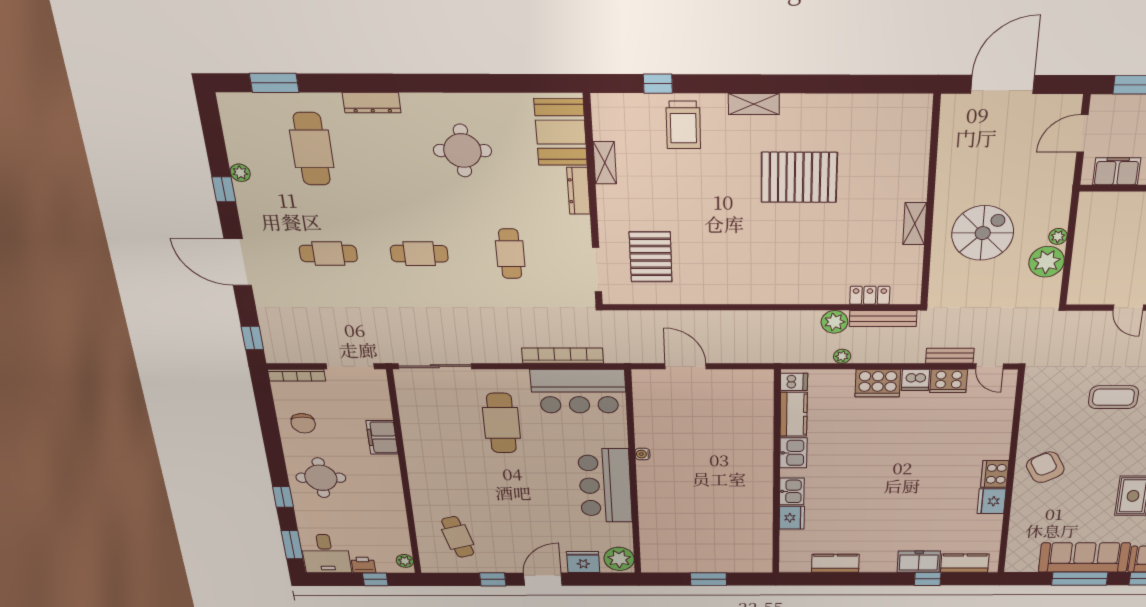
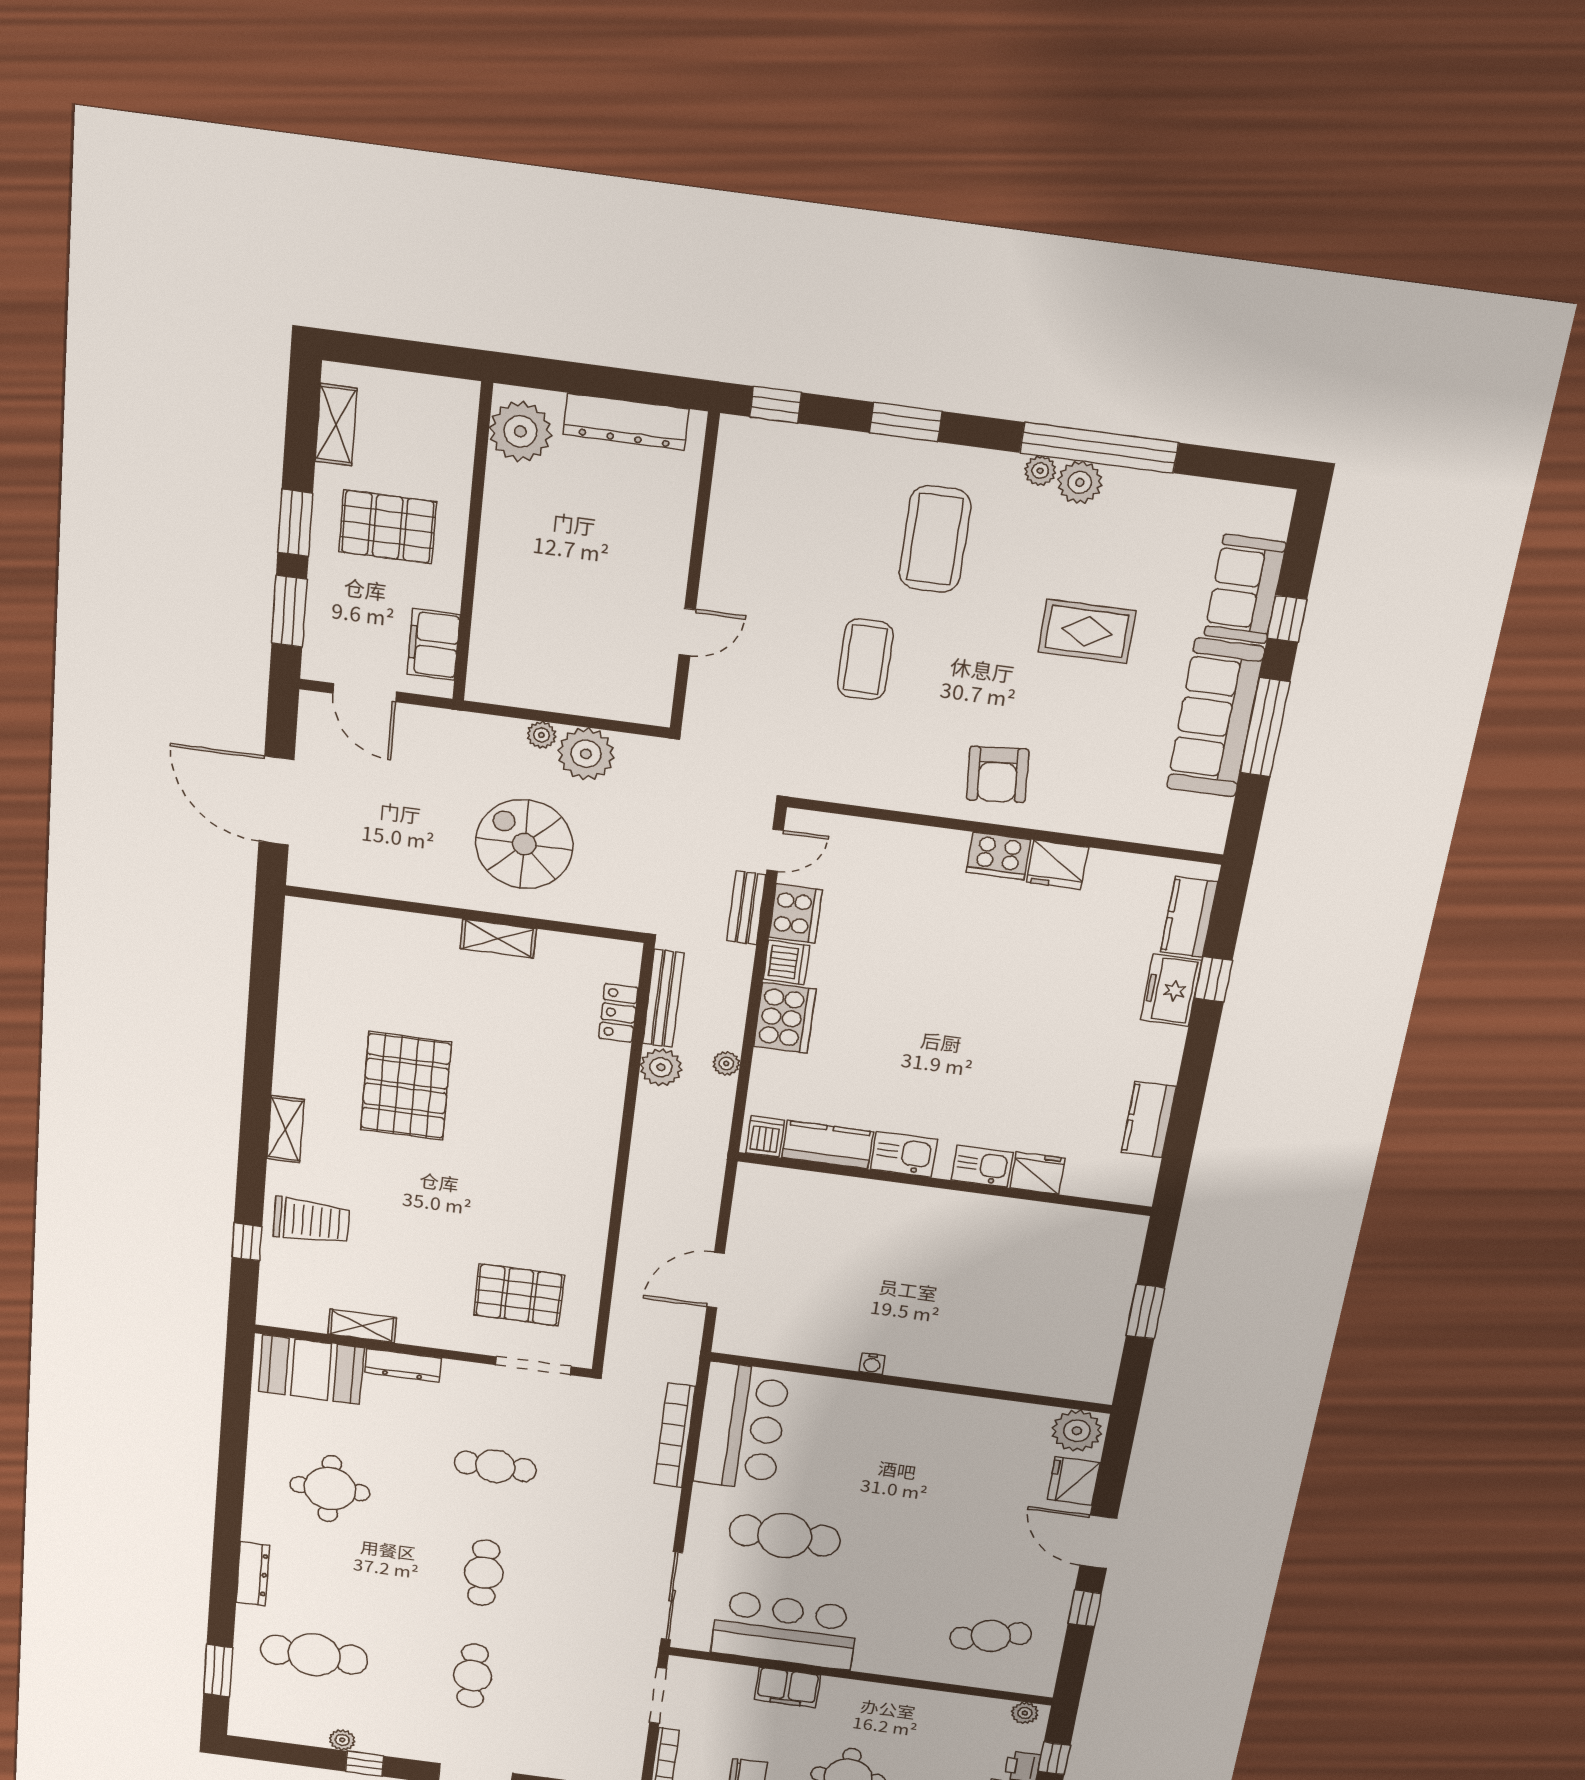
armchair: (1045, 467) -> (998, 774), turned -67
bar counter: (605, 486) -> (785, 1630), moved, turned 180

